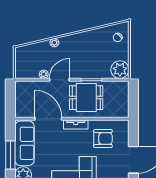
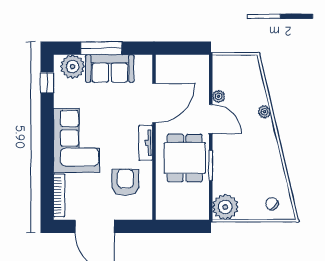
armchair: (103, 138) -> (125, 182), turned 180
sofa: (24, 143) -> (110, 68), width x0.73

